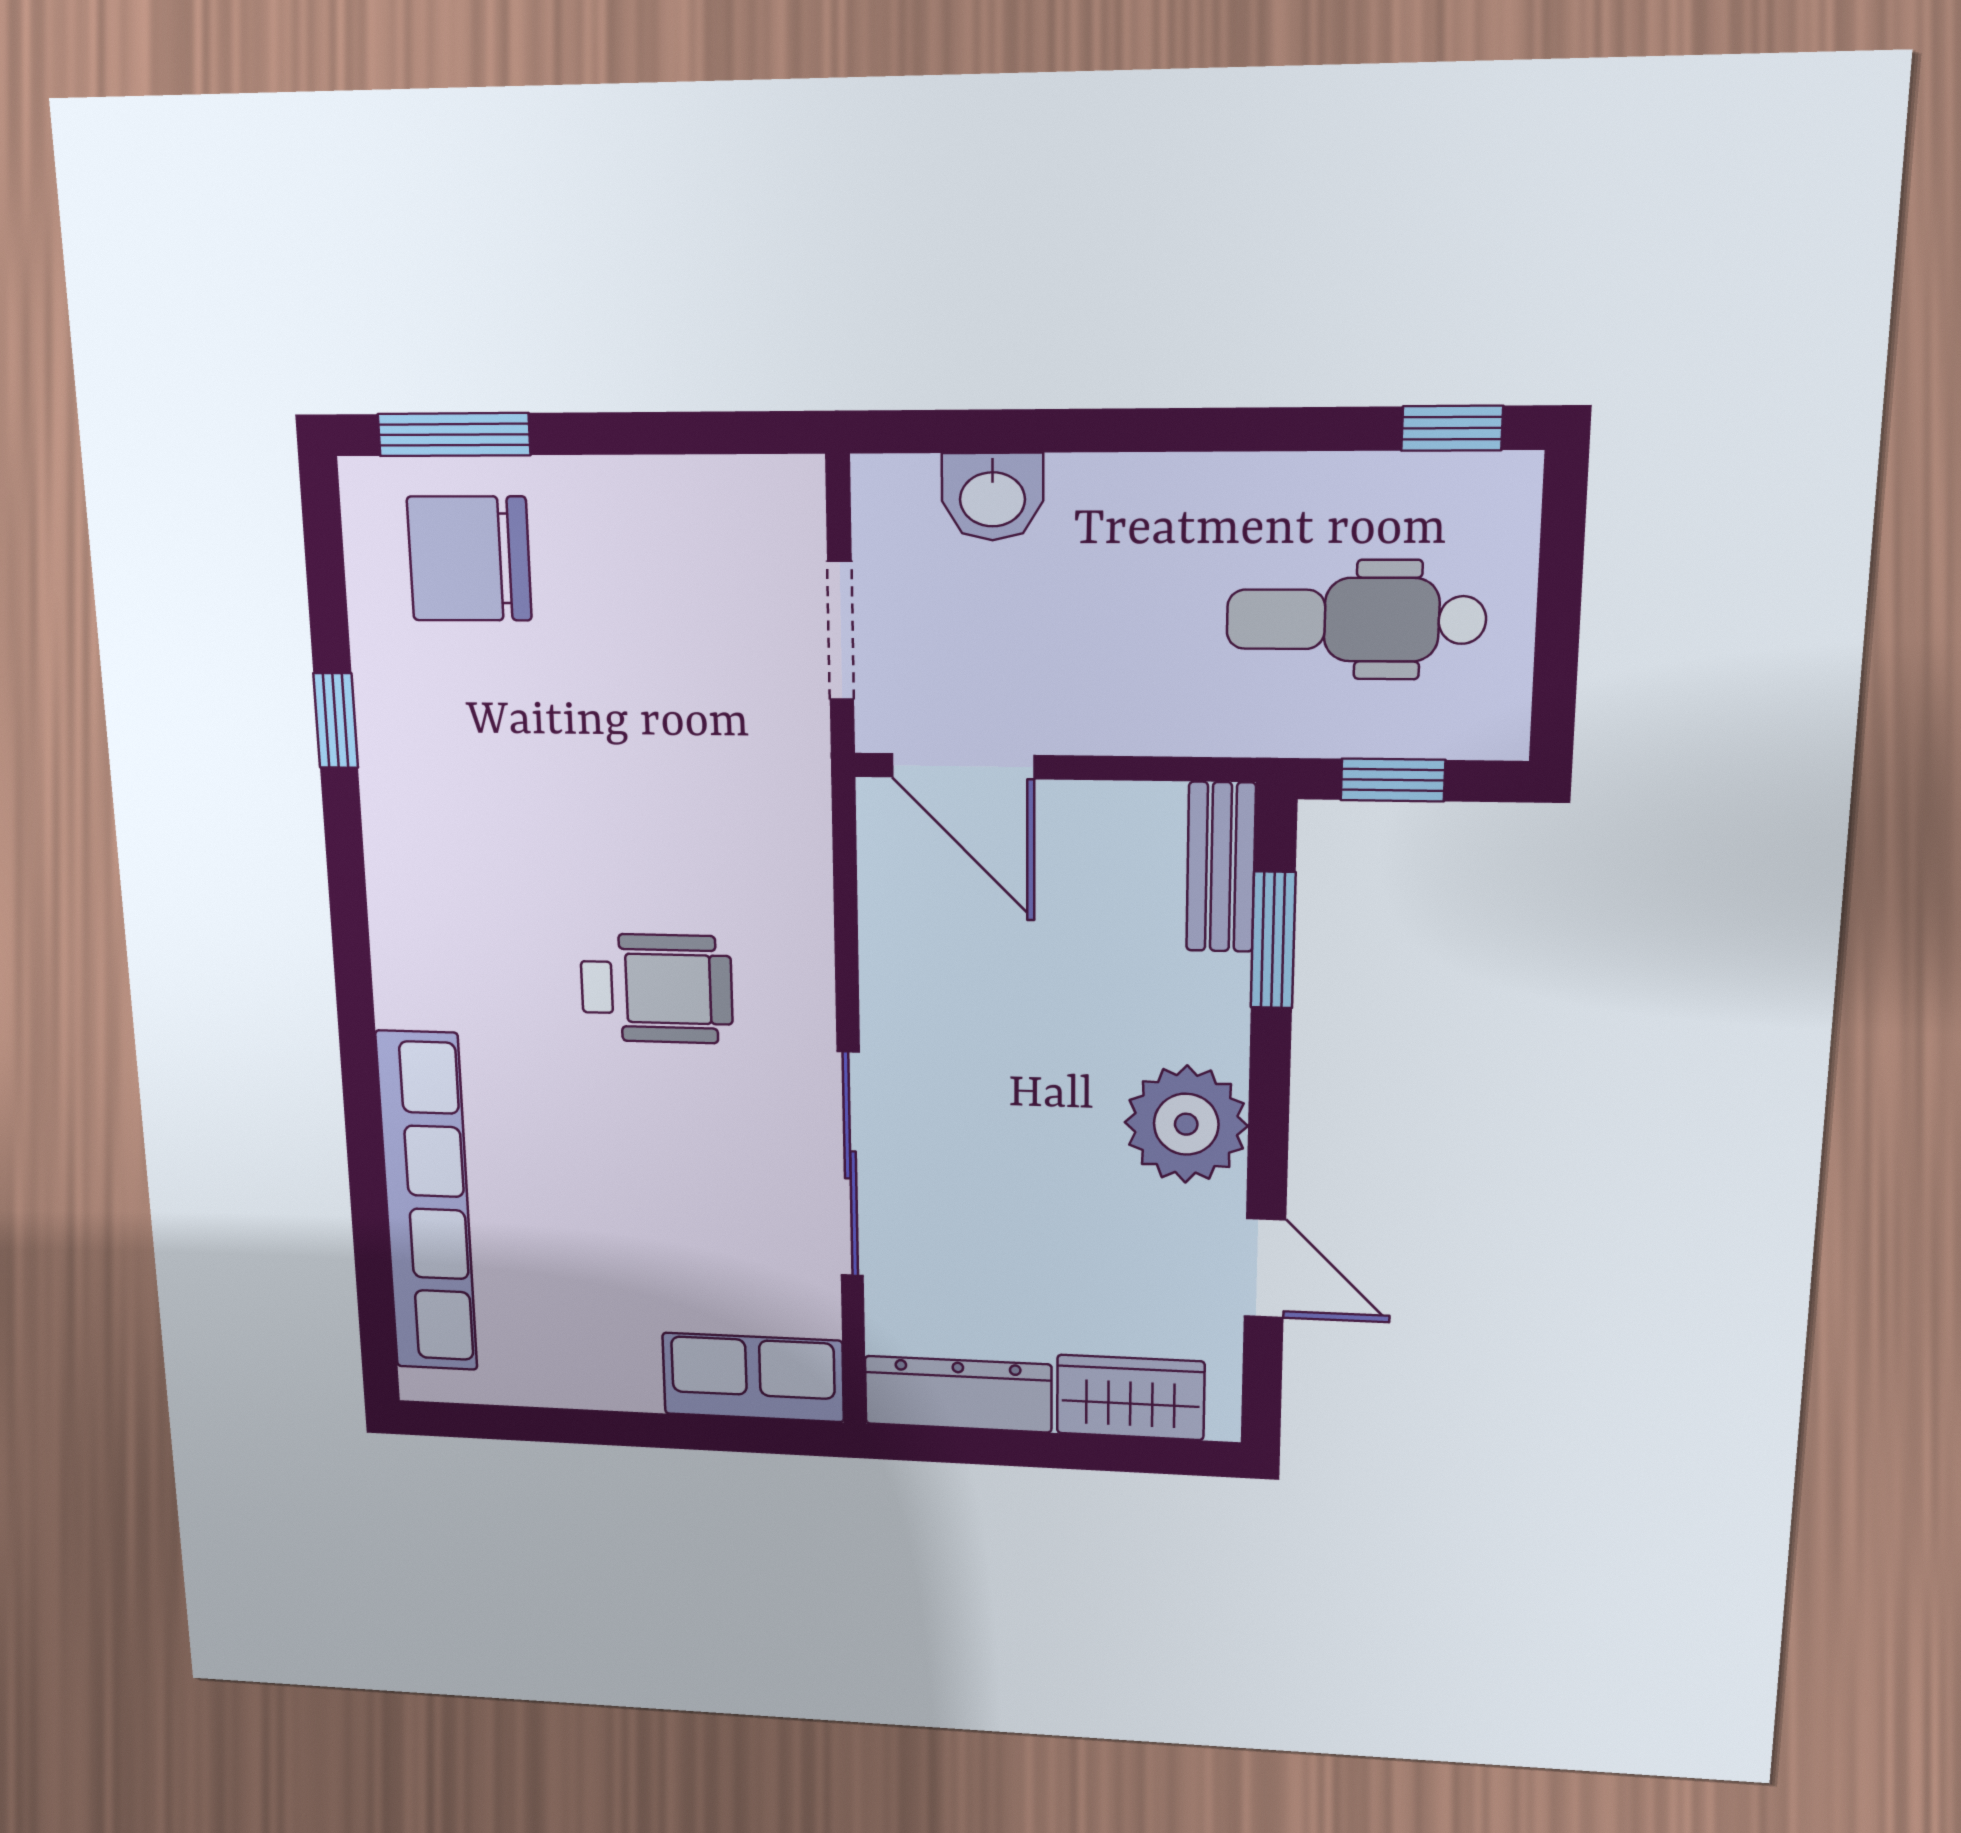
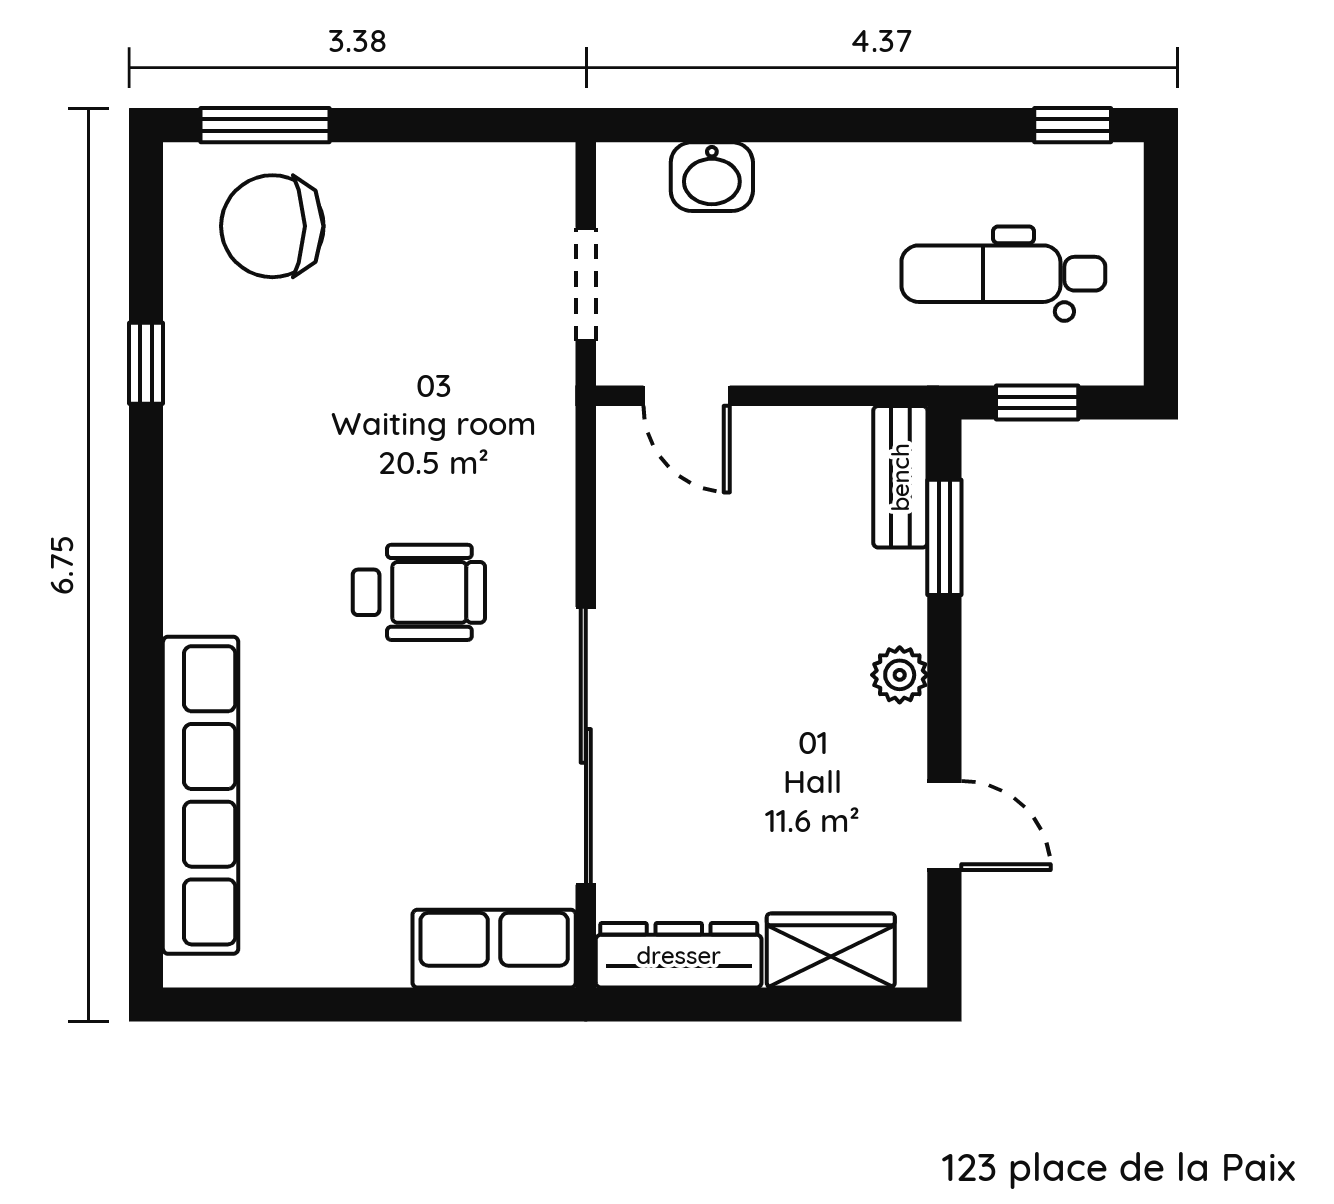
door: (963, 766) -> (687, 396), width x0.73
plant: (1186, 1124) -> (900, 675), width x0.53, depth x0.53
sliding door: (850, 1165) -> (586, 746), width x1.36

